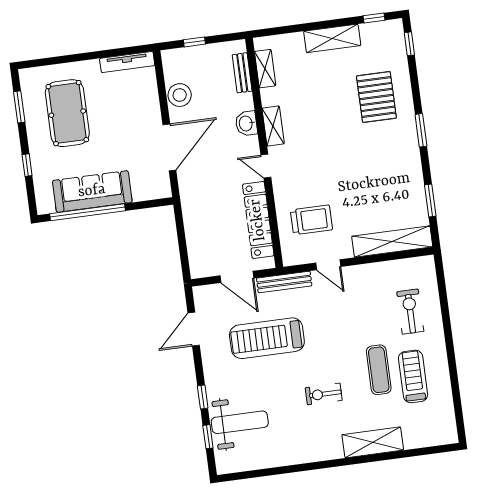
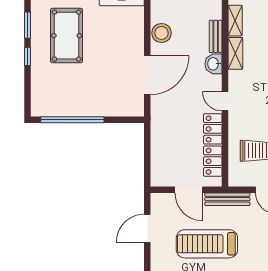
bench: (242, 73) -> (216, 36), moved
shelving: (273, 126) -> (235, 53), moved
window: (27, 165) -> (28, 56), moved
sofa: (92, 191) -> (79, 103), removed

